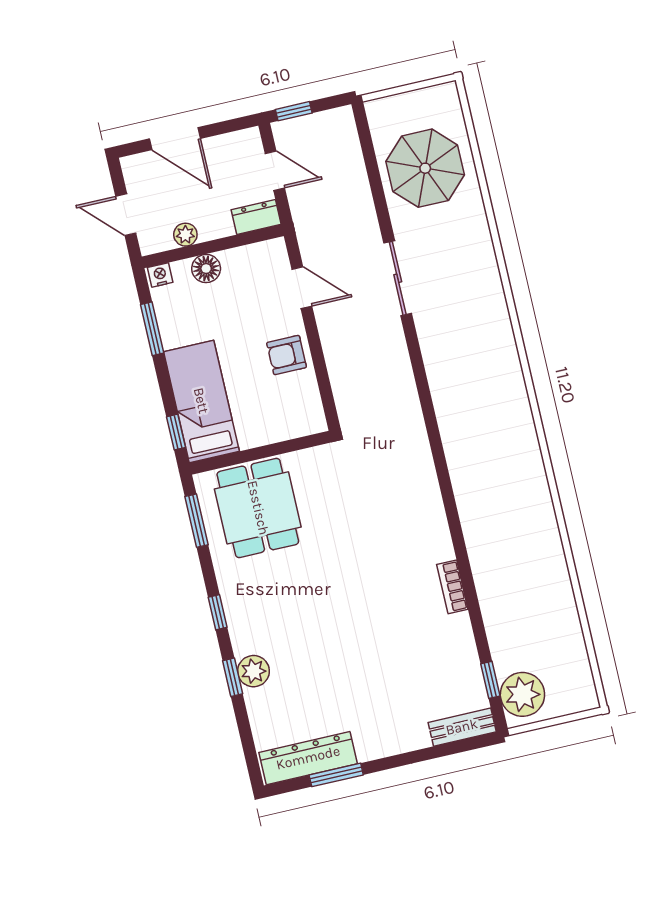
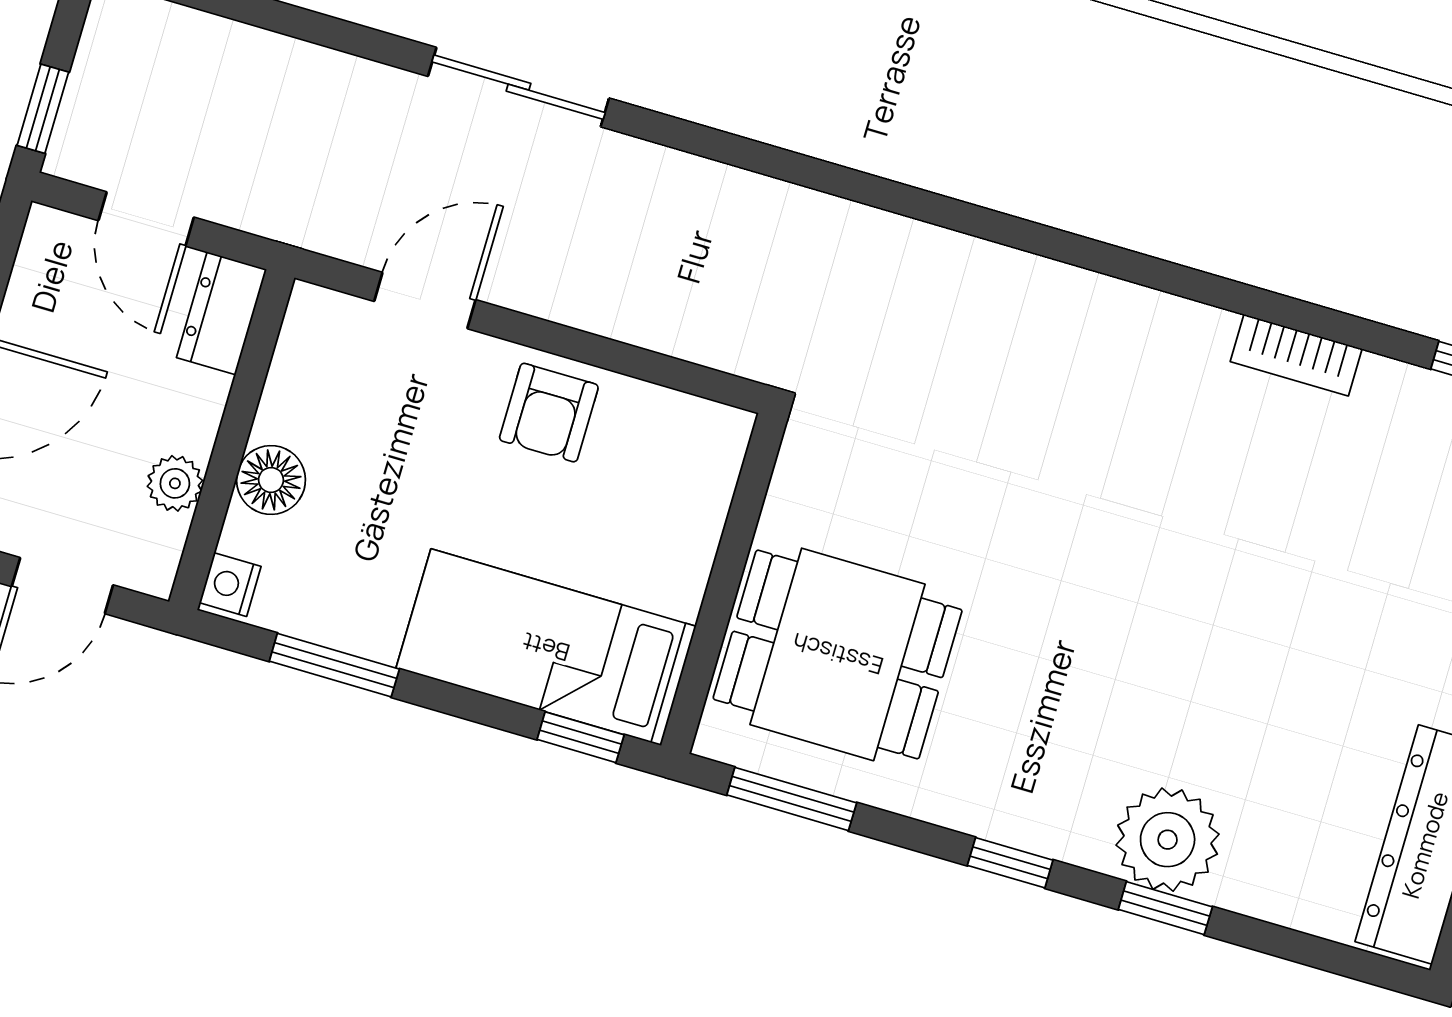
door: (275, 171) -> (146, 219), swing flipped
bookcase: (452, 587) -> (1296, 355), moved
plant: (253, 671) -> (1168, 840), width x1.36, depth x1.36

